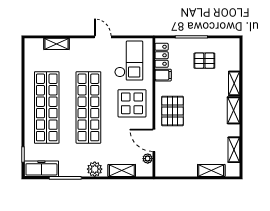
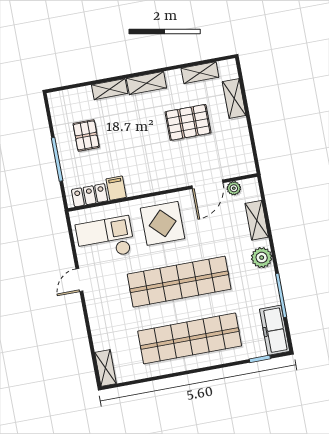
shelving: (56, 44) -> (106, 368), moved
pallet: (172, 111) -> (188, 122), moved

